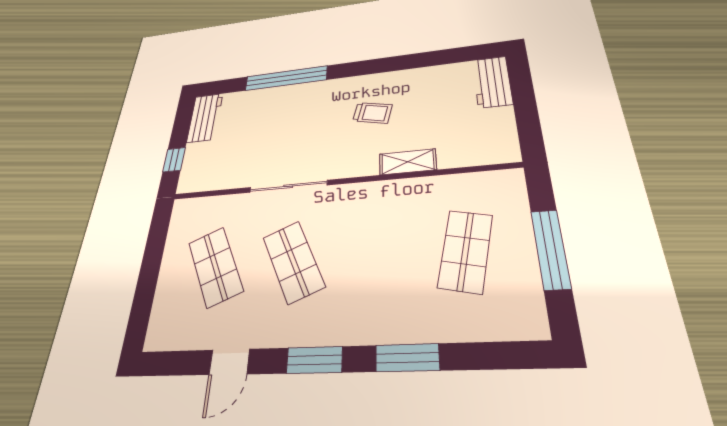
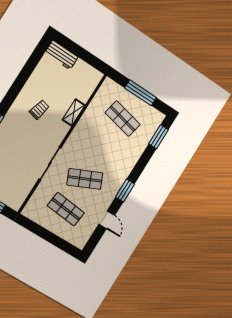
shop shelf: (215, 267) -> (66, 209), turned 30
window: (407, 358) -> (158, 137), moved

